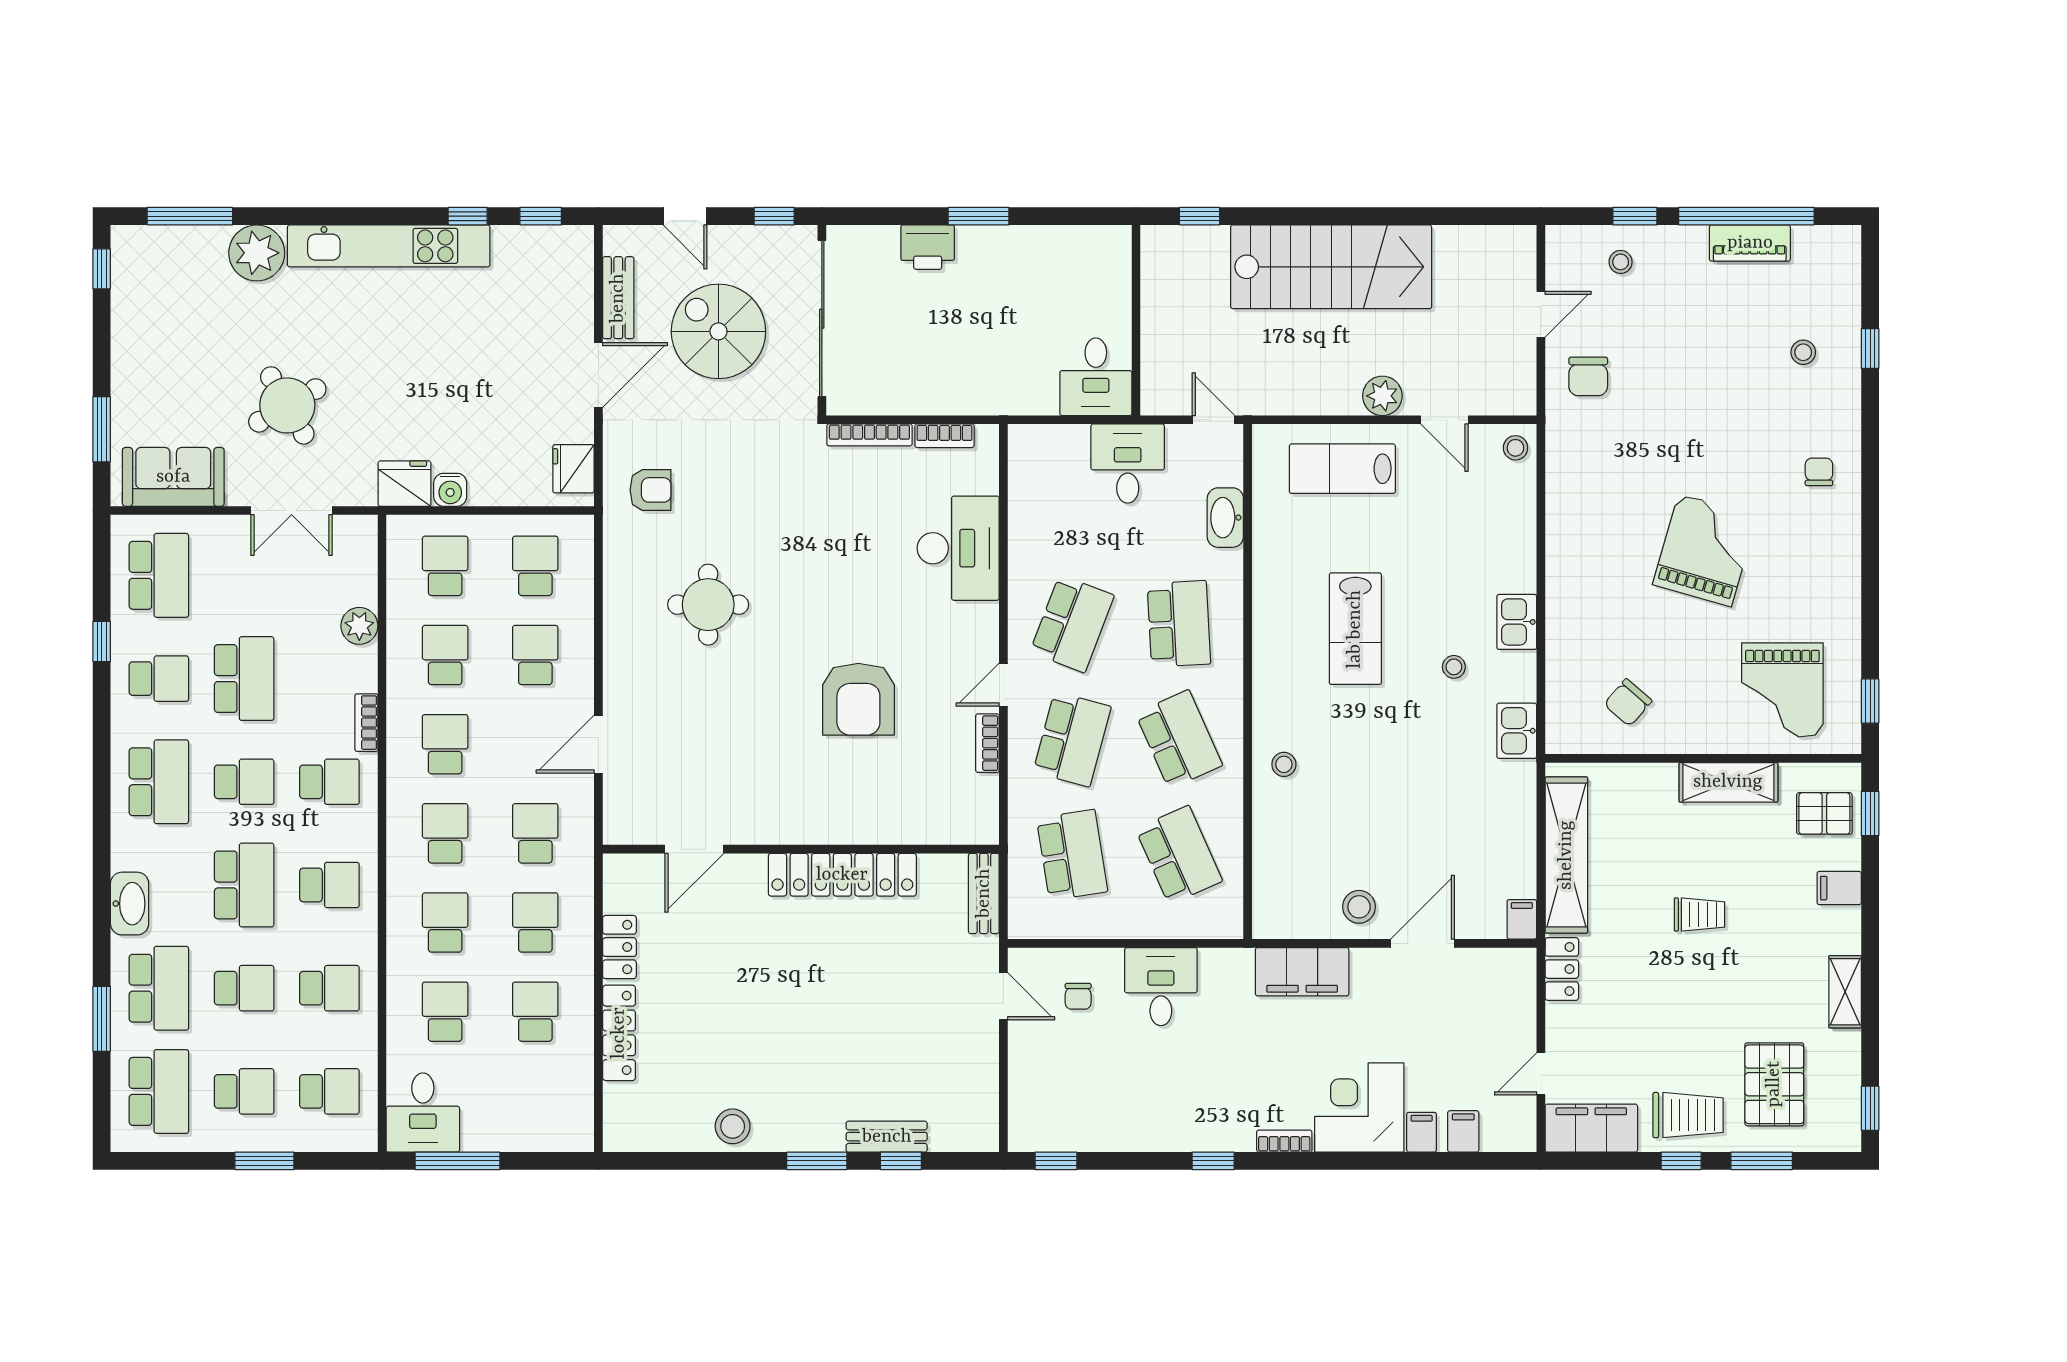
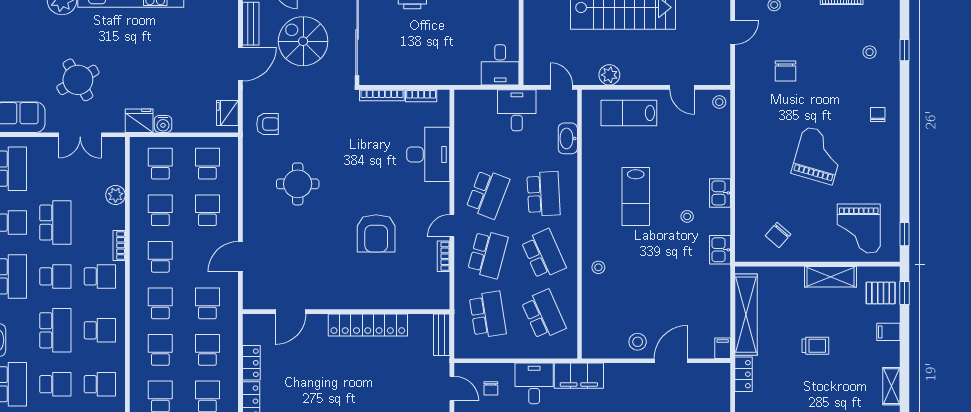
chair: (1588, 376) -> (785, 71), moved
plant: (1382, 396) -> (609, 75), moved
filing cabinet: (1302, 972) -> (579, 376), moved

